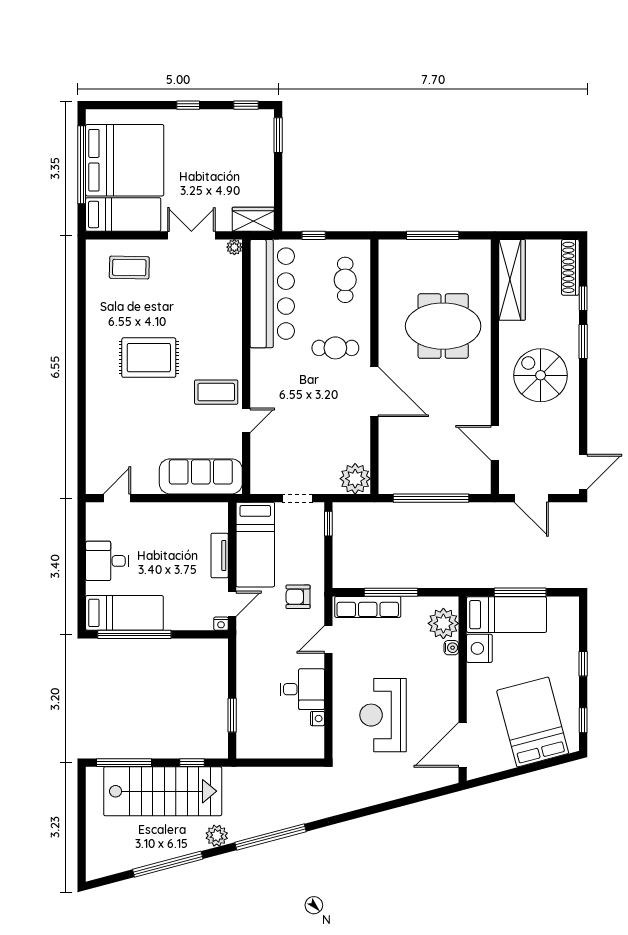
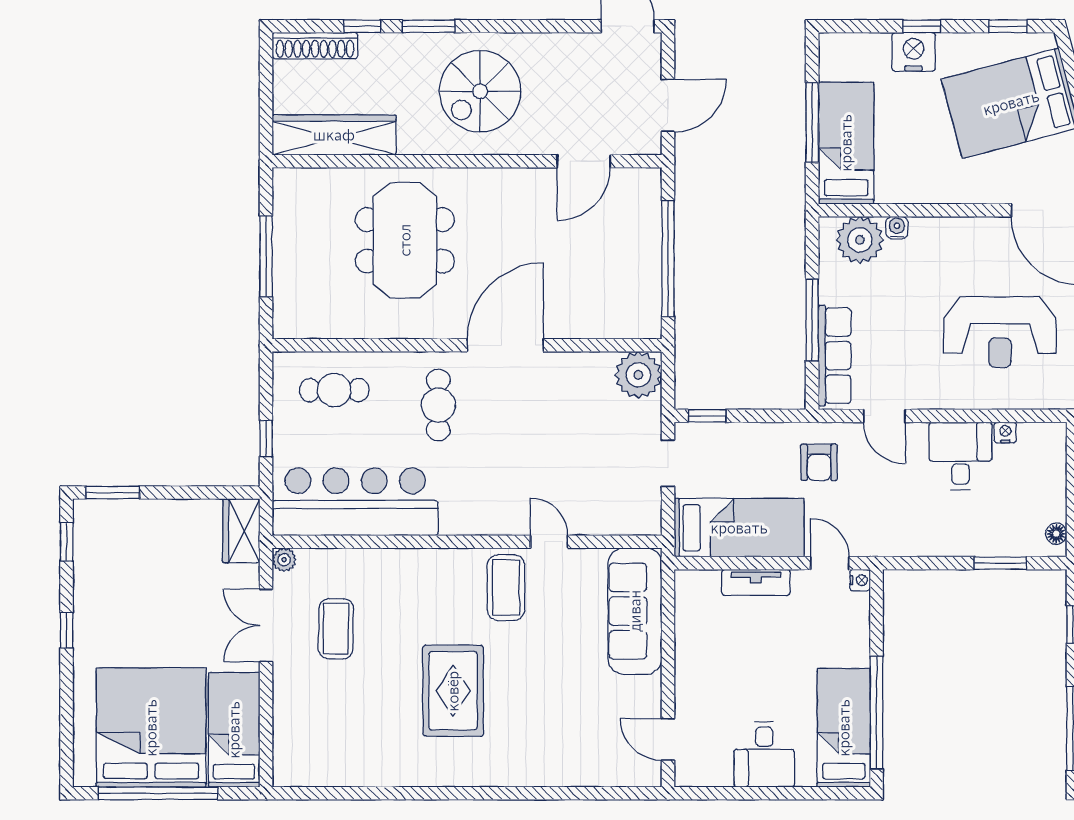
coffee table: (129, 268) -> (336, 629), moved
nightstand: (479, 648) -> (914, 52), moved, turned 180
floor lamp: (251, 752) -> (1056, 534), added

